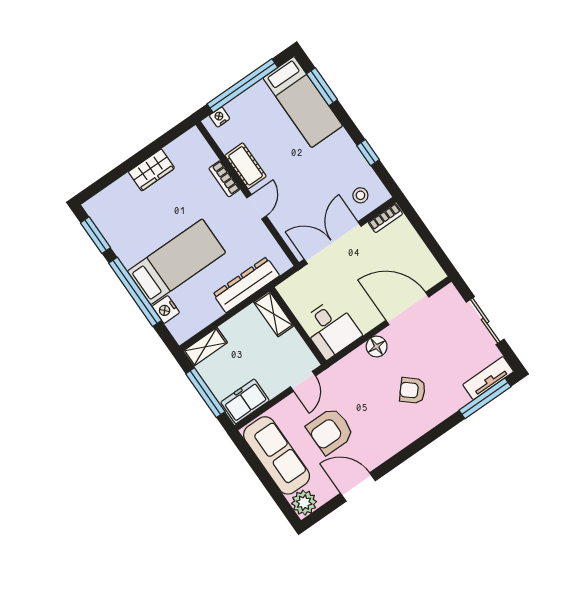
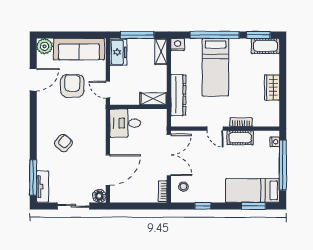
cot: (104, 216) -> (265, 46), added
nightstand: (166, 309) -> (178, 45), moved
floor lamp: (377, 347) -> (99, 196), moved

